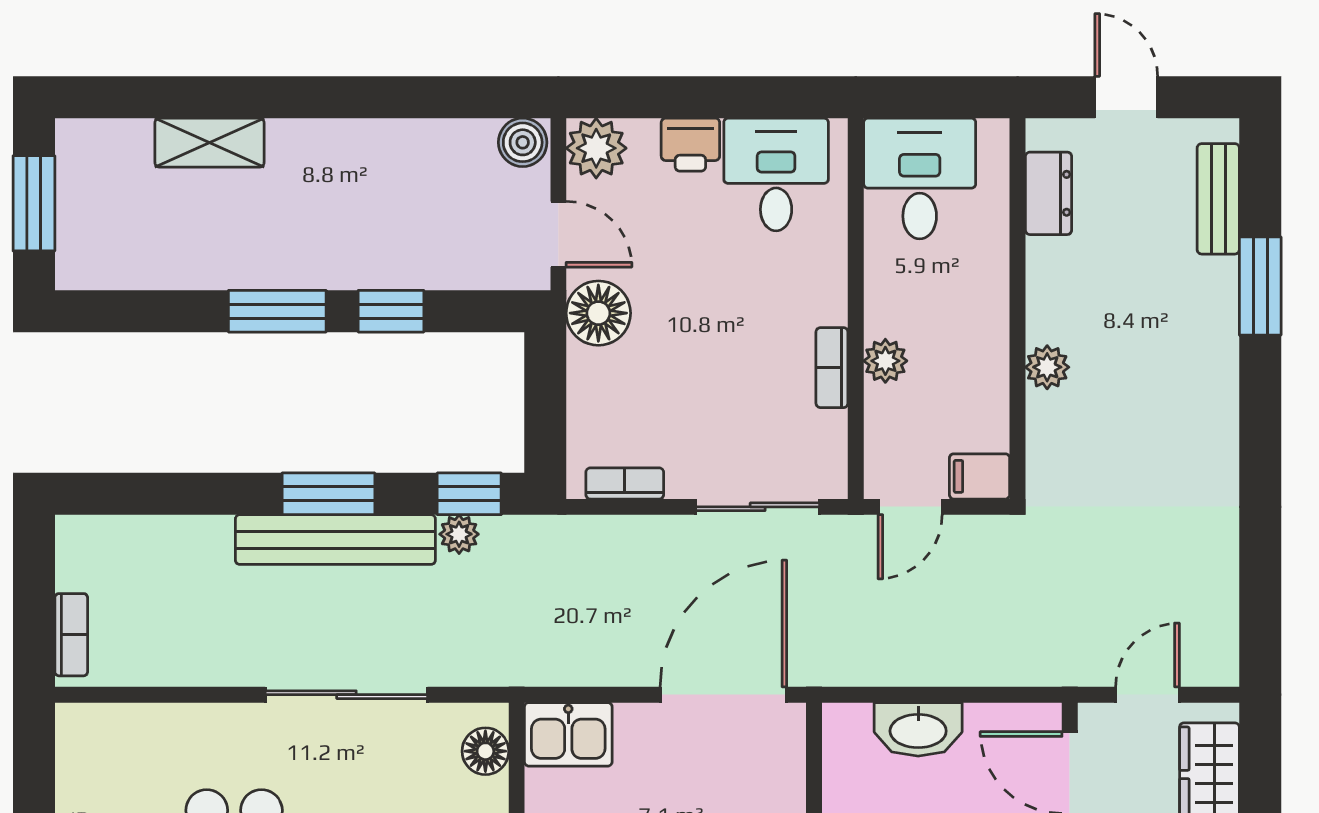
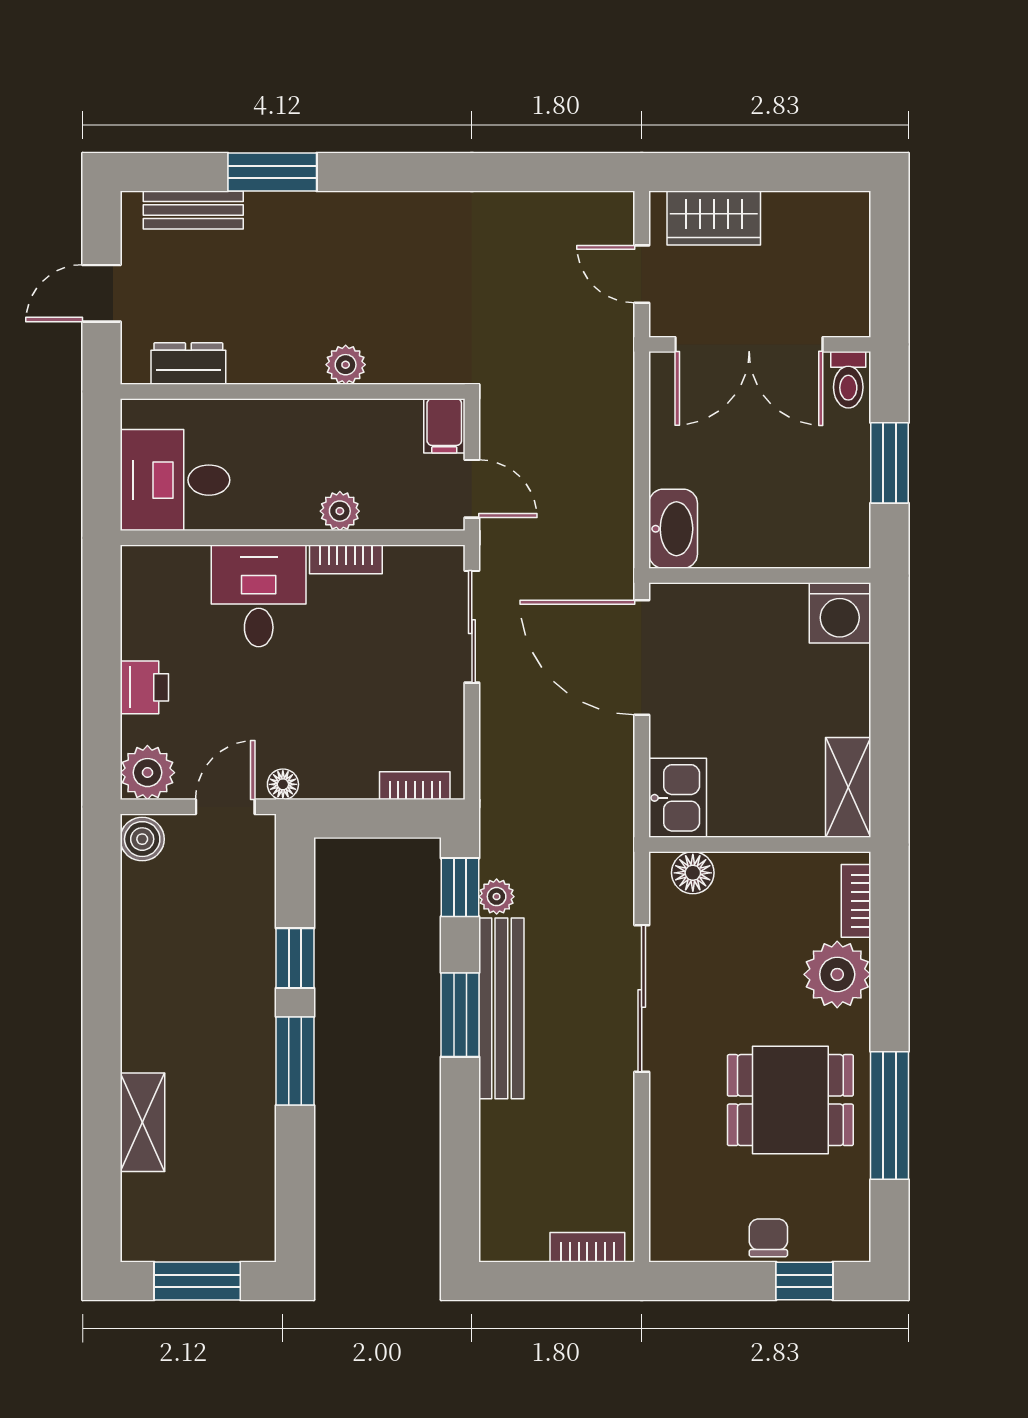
desk: (776, 174) -> (259, 596), moved, turned 90
floor lamp: (598, 313) -> (283, 784), width x0.53, depth x0.53
bookcase: (625, 483) -> (415, 786), moved, turned 90
washbasin: (918, 729) -> (673, 529), moved

